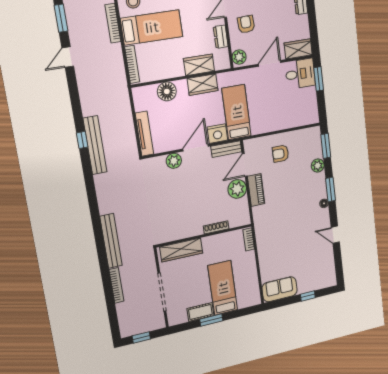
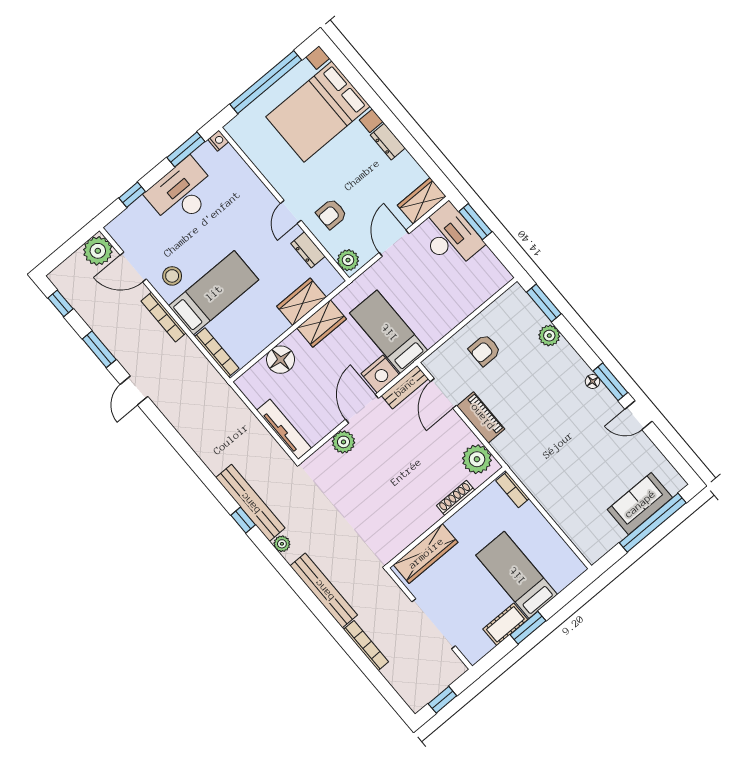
armchair: (246, 24) -> (331, 214), turned -87
desk: (300, 74) -> (450, 237), width x1.37
window: (82, 140) -> (243, 520), moved
bench: (95, 145) -> (250, 503), moved
plant: (237, 189) -> (477, 459), moved
window: (330, 190) -> (610, 382), moved
plant: (103, 201) -> (282, 544), added
sofa: (280, 289) -> (640, 504), moved
window: (308, 296) -> (653, 523), width x3.17

